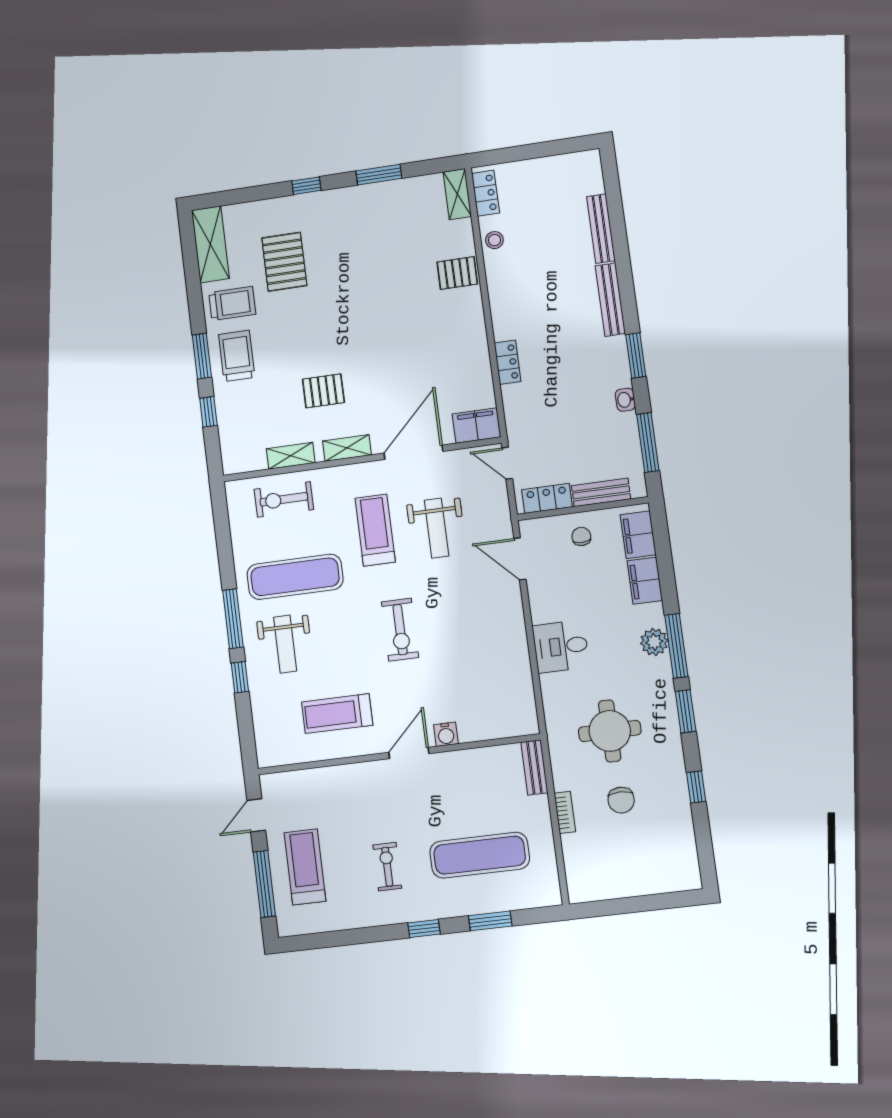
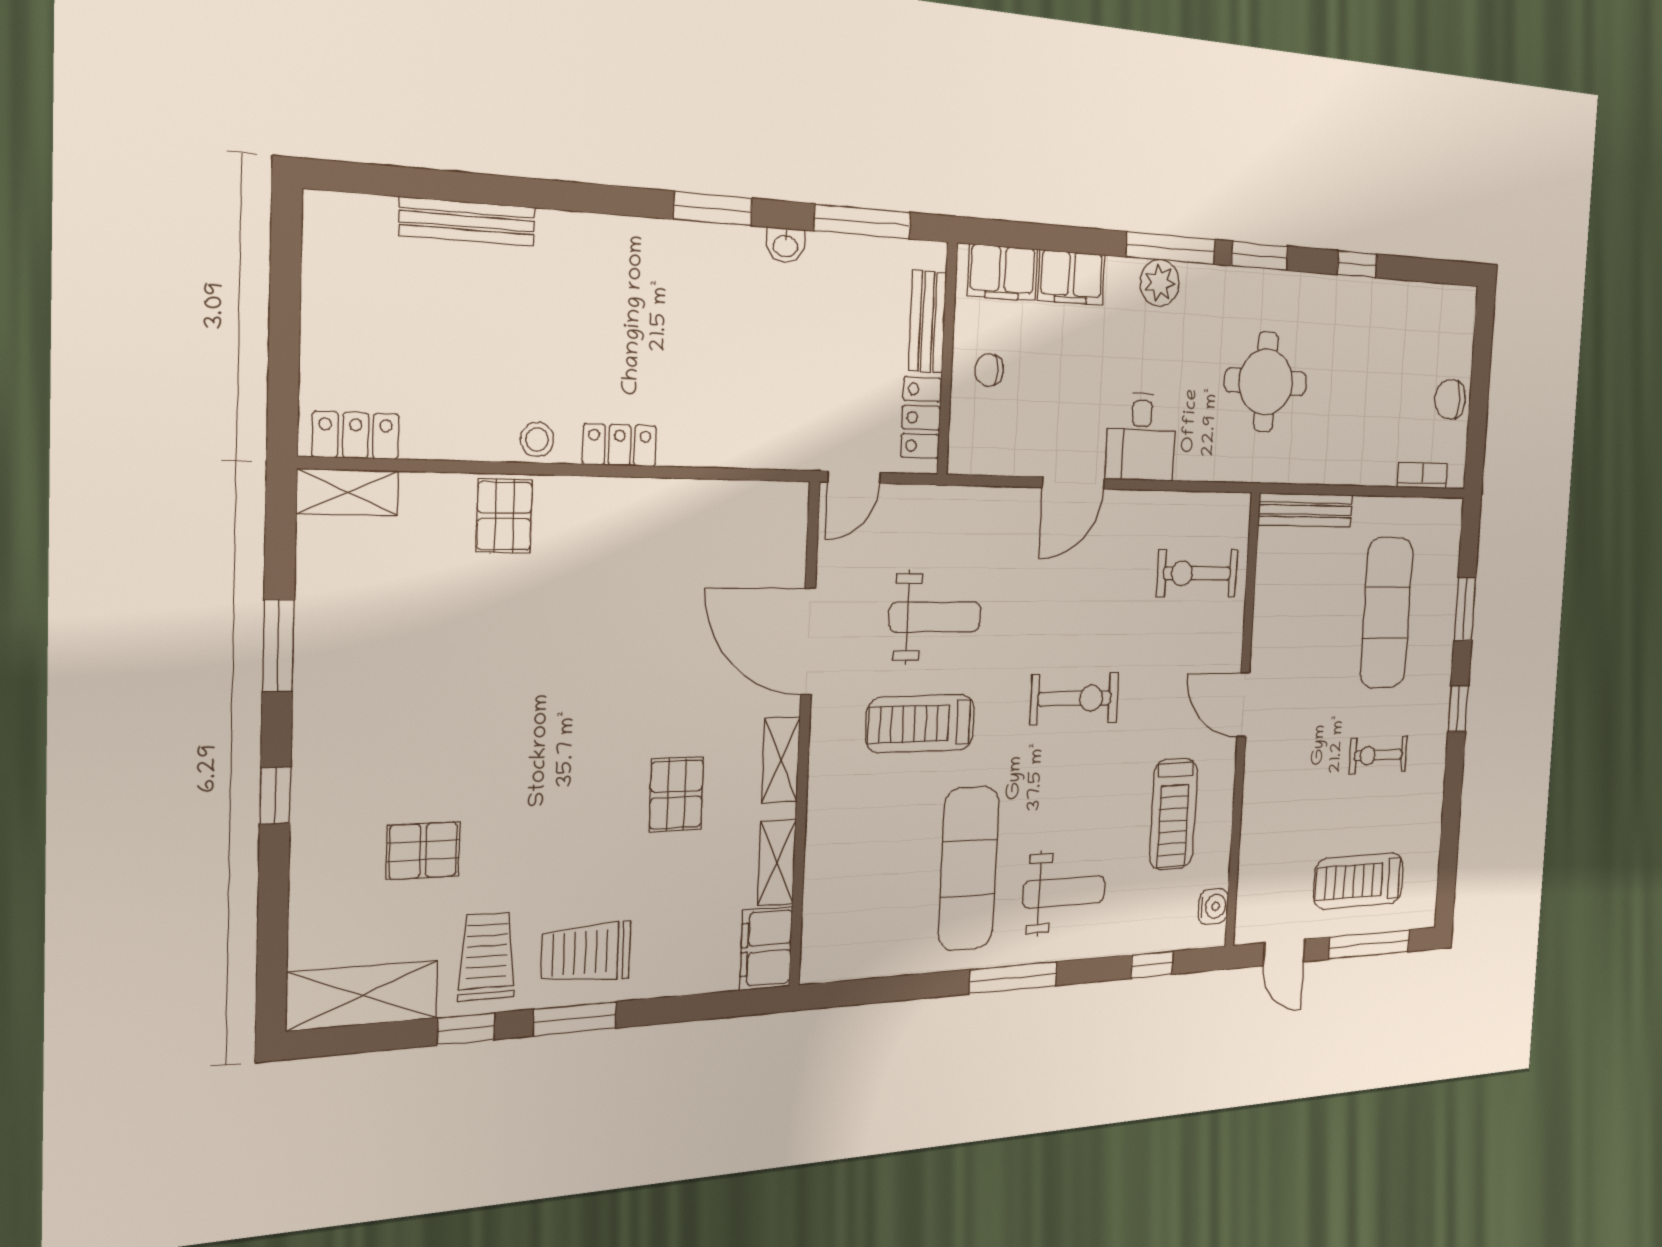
stool: (494, 240) -> (537, 439), moved
pallet: (284, 262) -> (423, 851), width x0.67, depth x0.71
bench: (610, 300) -> (605, 233), removed
locker: (508, 362) -> (620, 445), moved
window: (208, 412) -> (466, 1029), moved
filing cabinet: (476, 426) -> (766, 948), moved
exercise bike: (284, 499) -> (1197, 573), moved, turned 90
door: (520, 559) -> (1073, 483), moved
window: (240, 677) -> (1152, 965), moved
water cooler: (446, 734) -> (1213, 906), moved
bench: (534, 767) -> (1306, 510), width x1.36
chair: (621, 800) -> (1450, 399), moved, turned 180
bookcase: (565, 812) -> (1422, 475), moved

